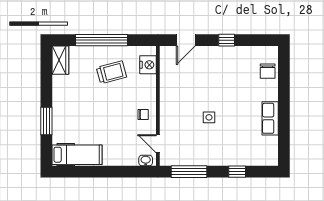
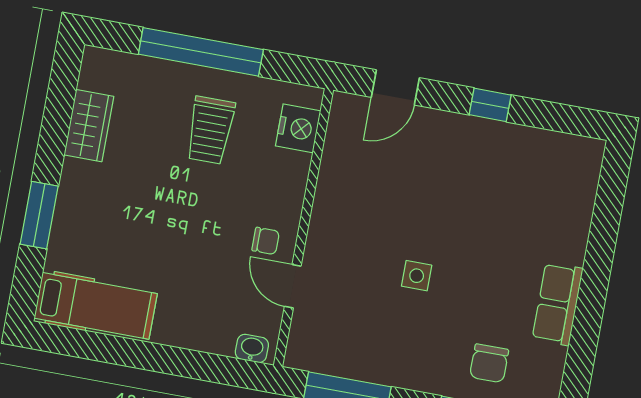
wardrobe: (60, 60) -> (89, 126), moved
chair: (268, 71) -> (489, 363), moved
trolley: (111, 72) -> (210, 130), turned 105
door: (158, 144) -> (293, 286), moved

